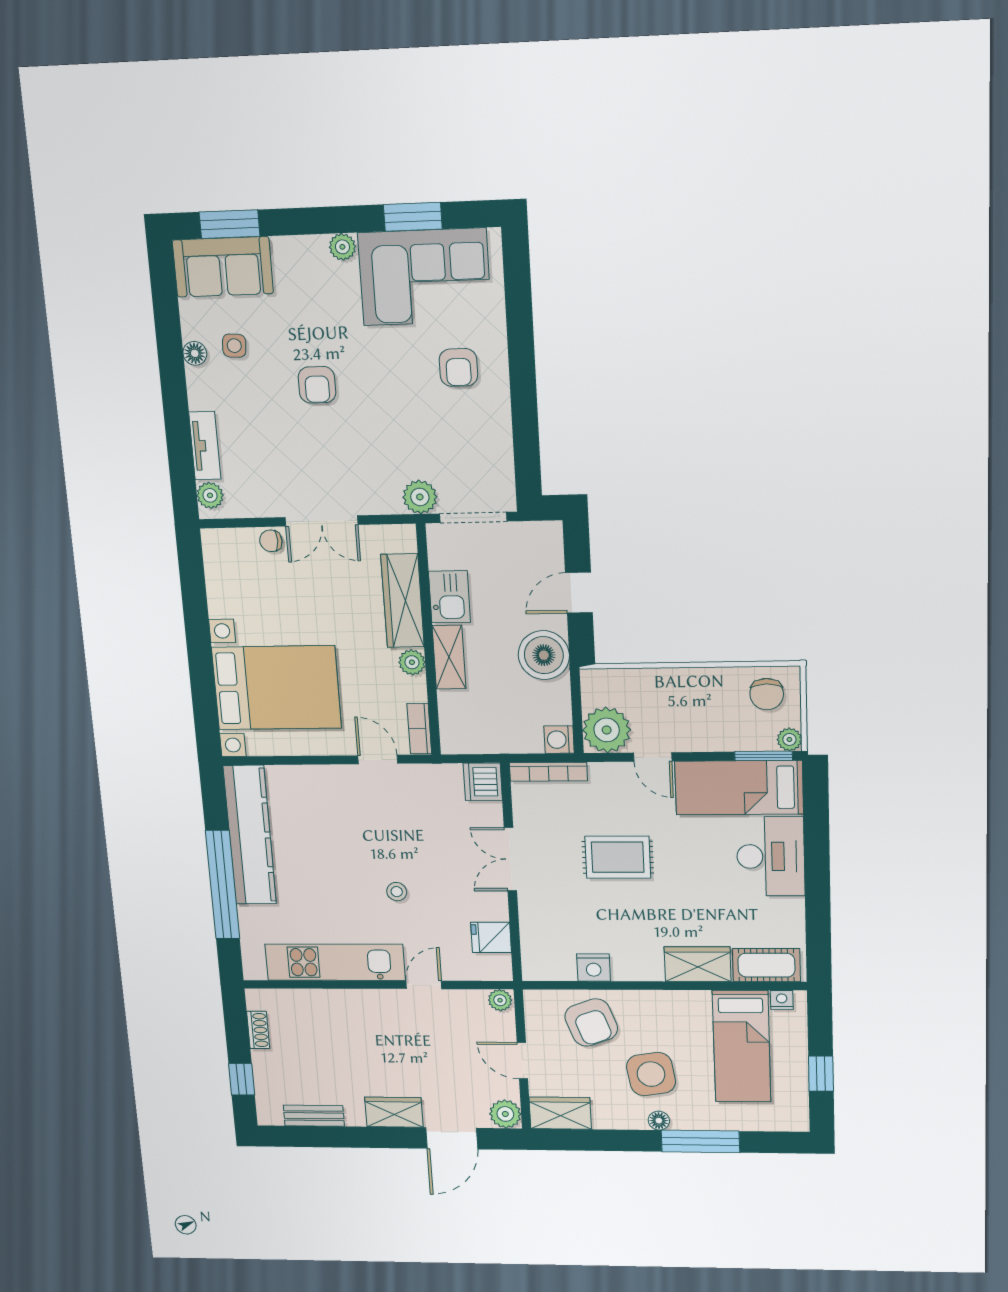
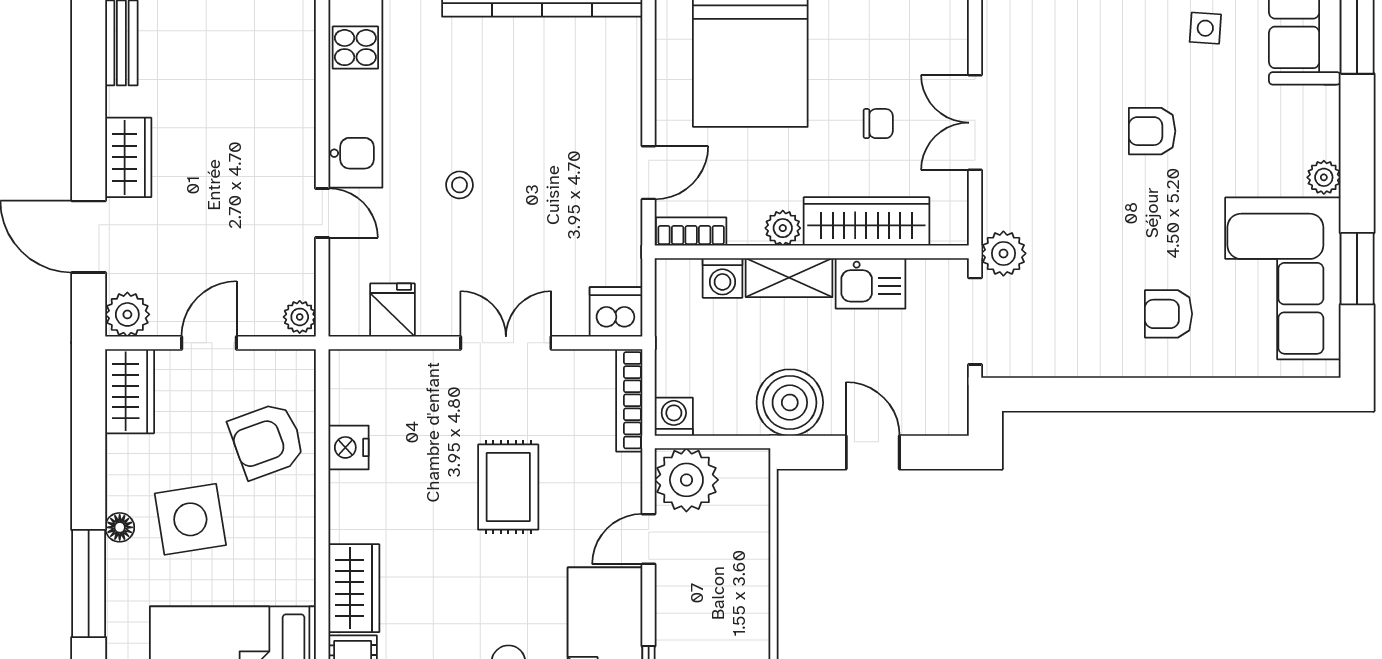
chair: (271, 541) -> (878, 124), moved, turned 90
washing machine: (452, 706) -> (722, 278), added

